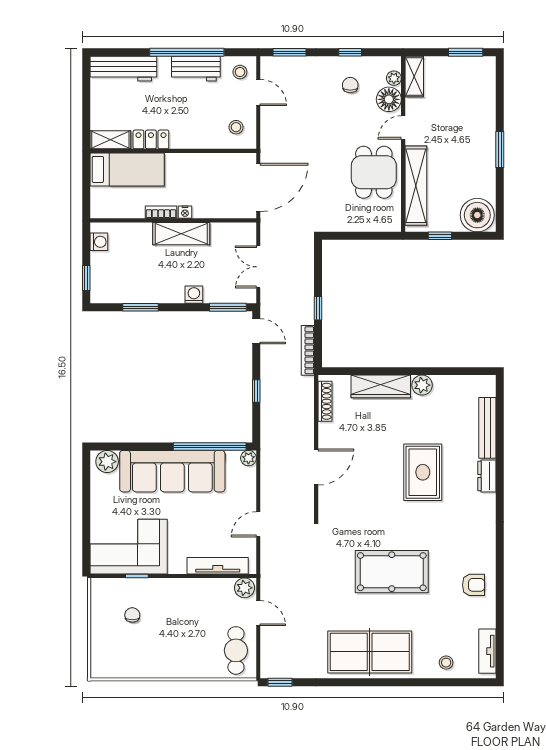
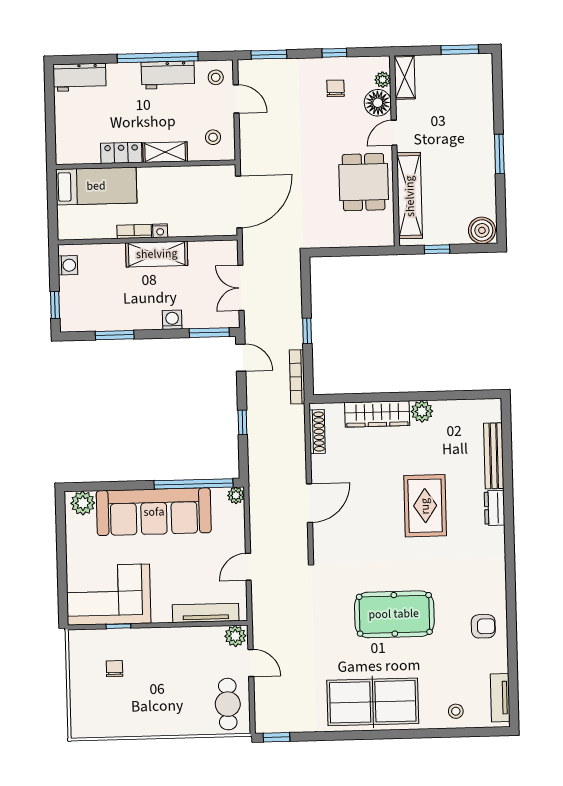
workbench: (123, 69) -> (79, 77), width x0.73
shelving: (110, 140) -> (165, 152), moved
boiler: (477, 215) -> (482, 230), width x0.73, depth x0.73

